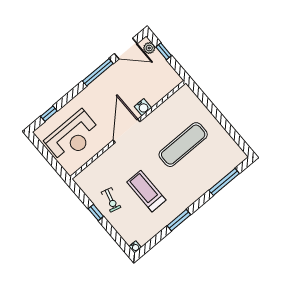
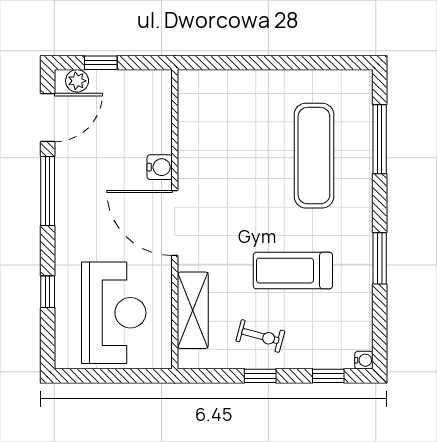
window: (49, 114) -> (48, 292), moved
exercise mat: (183, 145) -> (314, 156), moved
shelving: (99, 166) -> (193, 310), added
window: (118, 238) -> (328, 376), added

